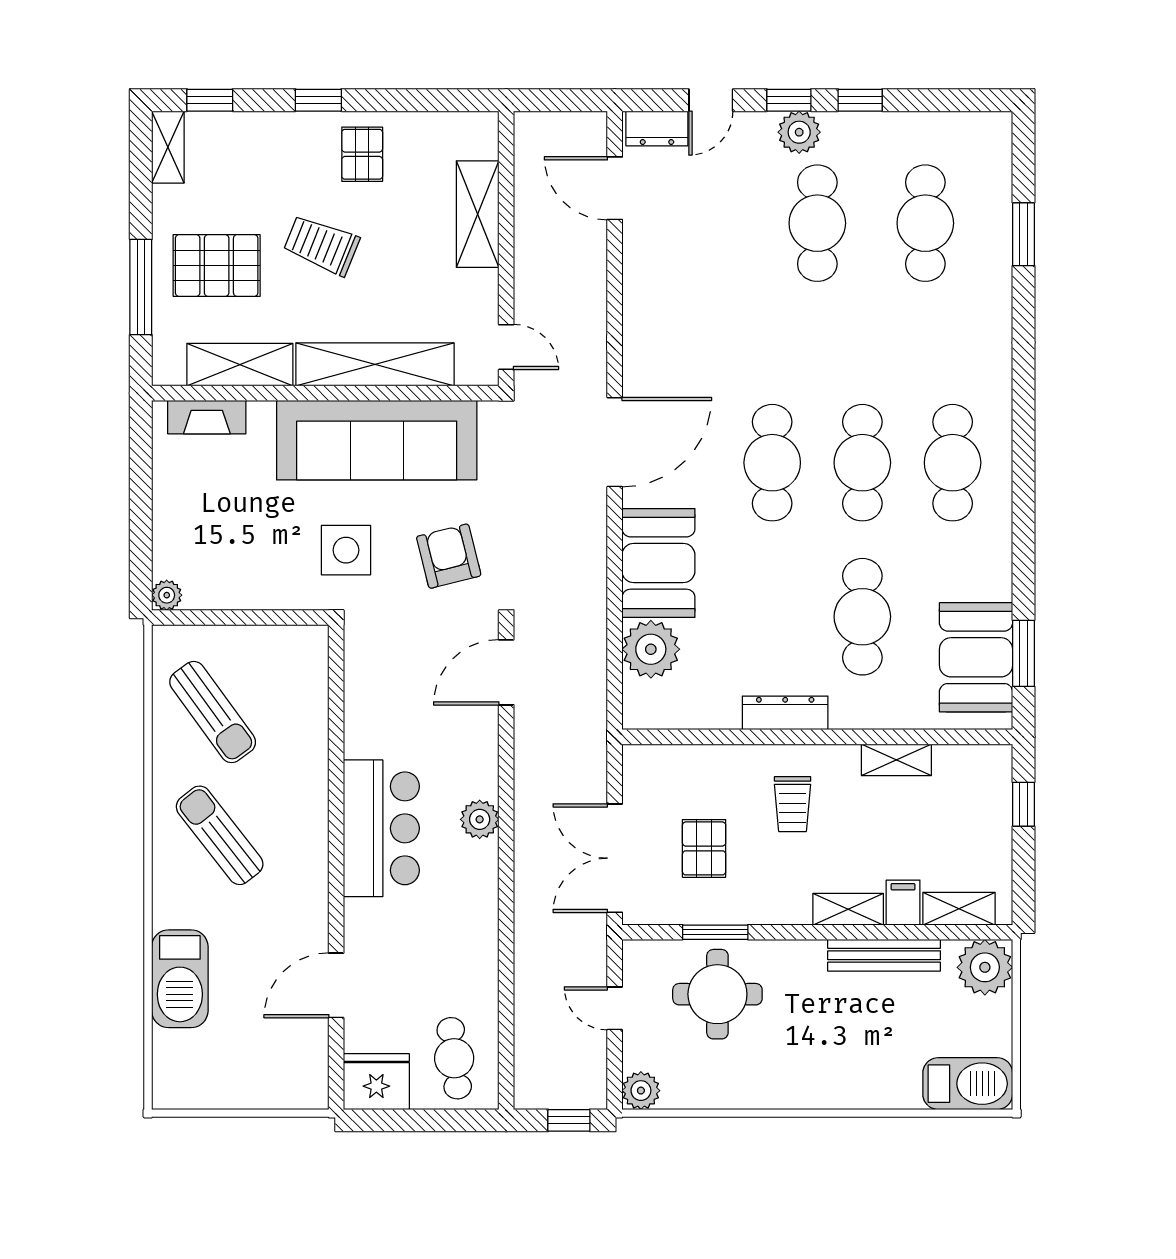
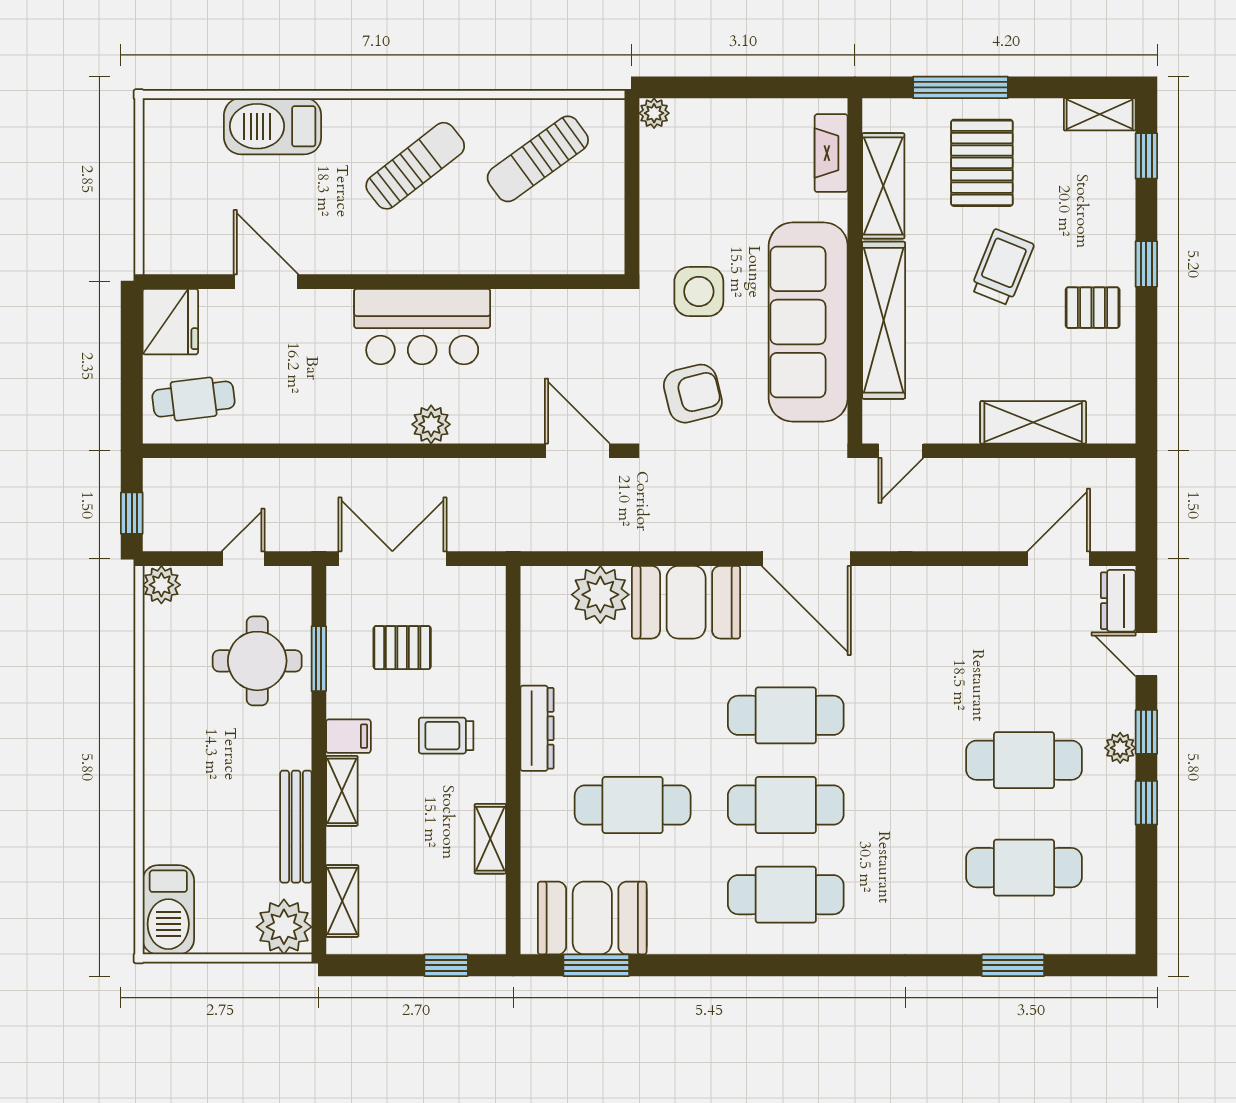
plant: (799, 132) -> (1120, 748), width x0.73, depth x0.73
filing cabinet: (903, 903) -> (348, 736), moved

